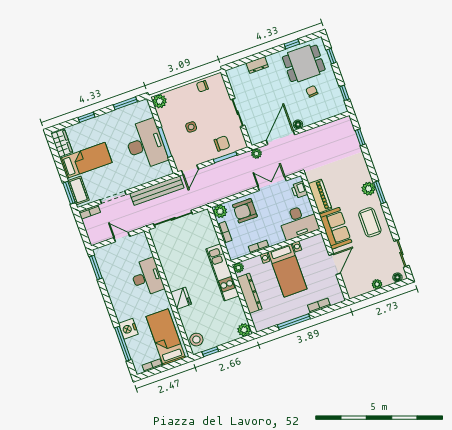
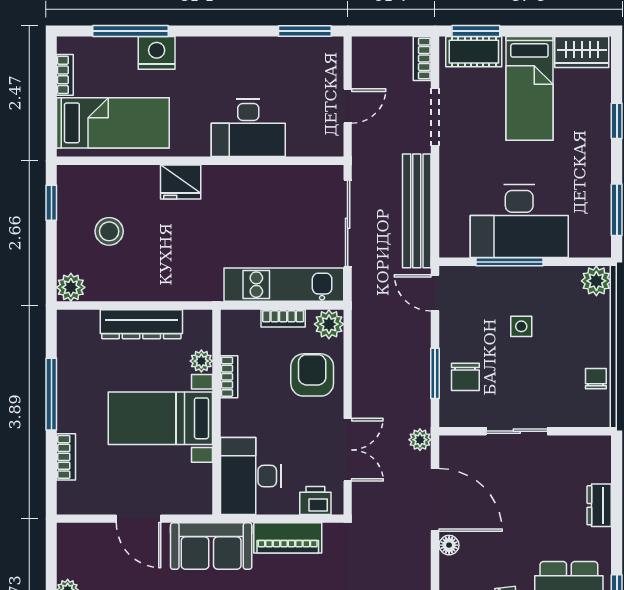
plant: (238, 268) -> (201, 361), moved
kitchen unit: (222, 272) -> (284, 285), moved
stool: (196, 340) -> (109, 231), moved

